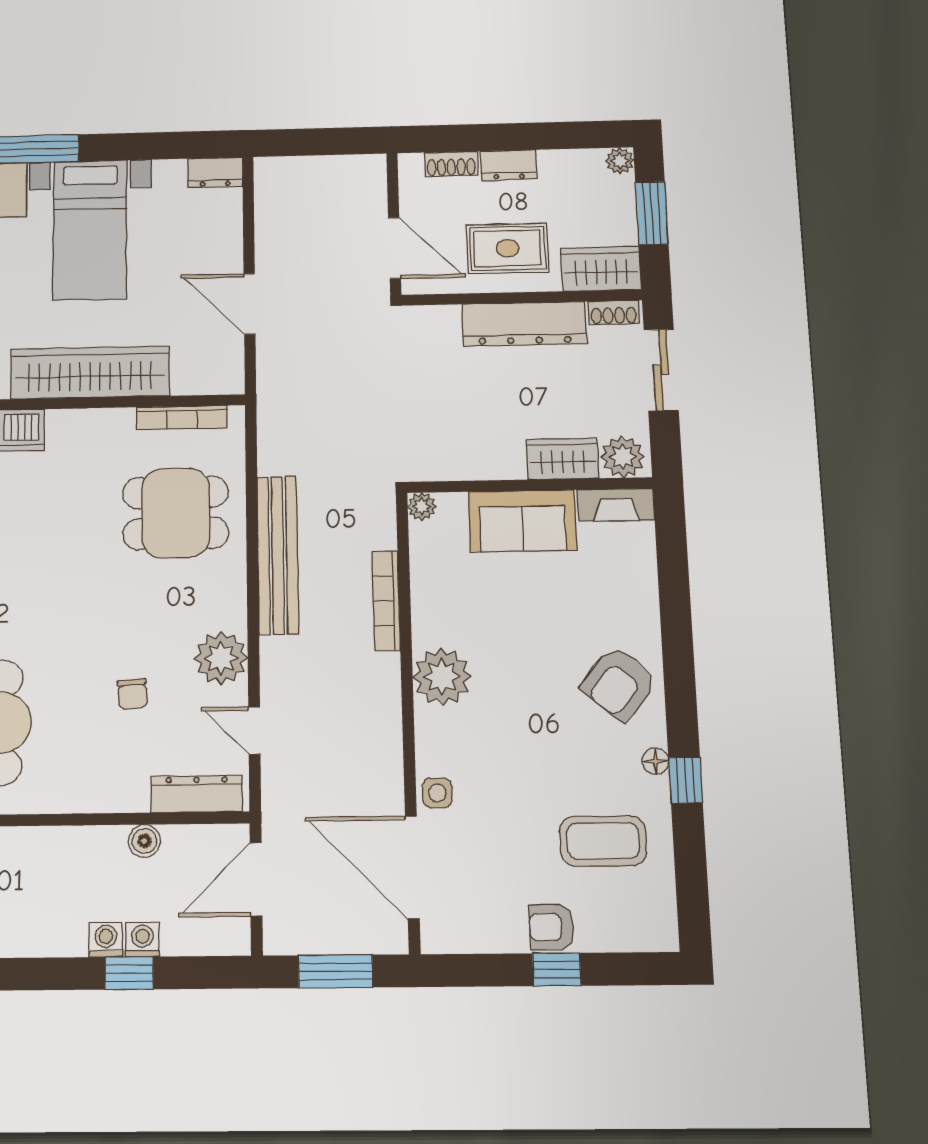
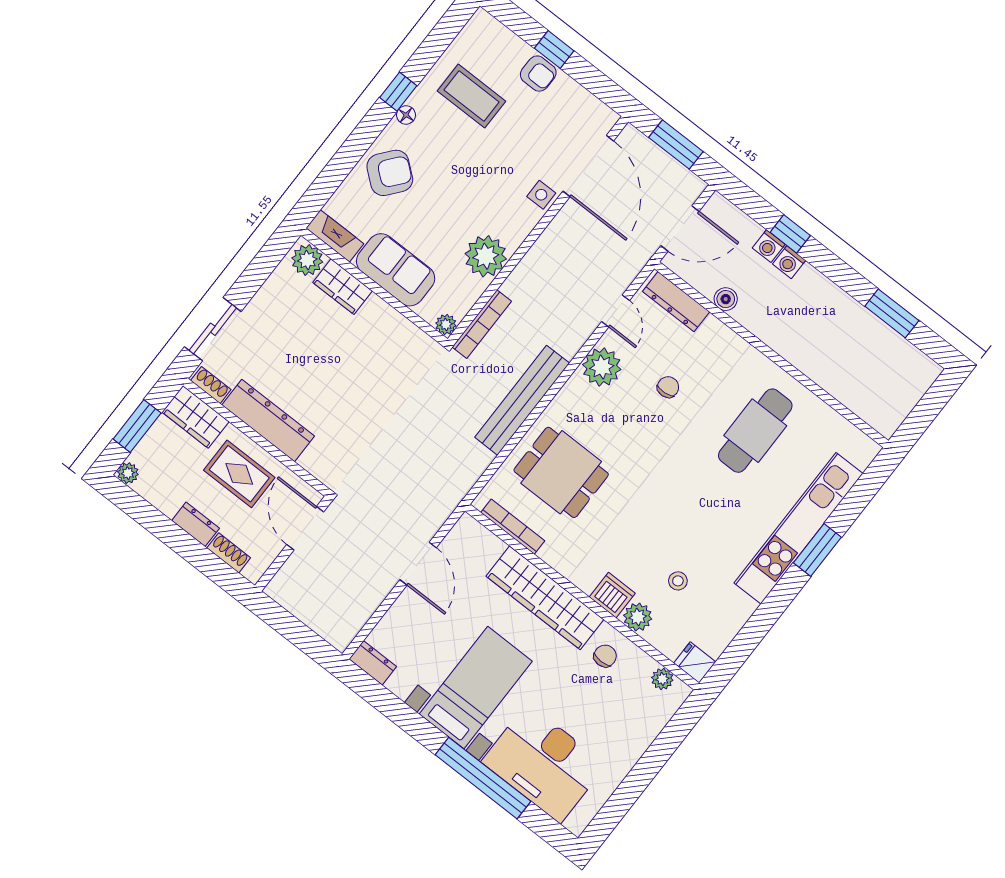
plant: (623, 457) -> (307, 260), moved
wardrobe: (563, 459) -> (342, 287), moved
wall: (530, 485) -> (374, 287), moved
fireplace: (616, 505) -> (335, 236), moved
plant: (422, 506) -> (446, 324), moved
sofa: (522, 521) -> (396, 270), moved

